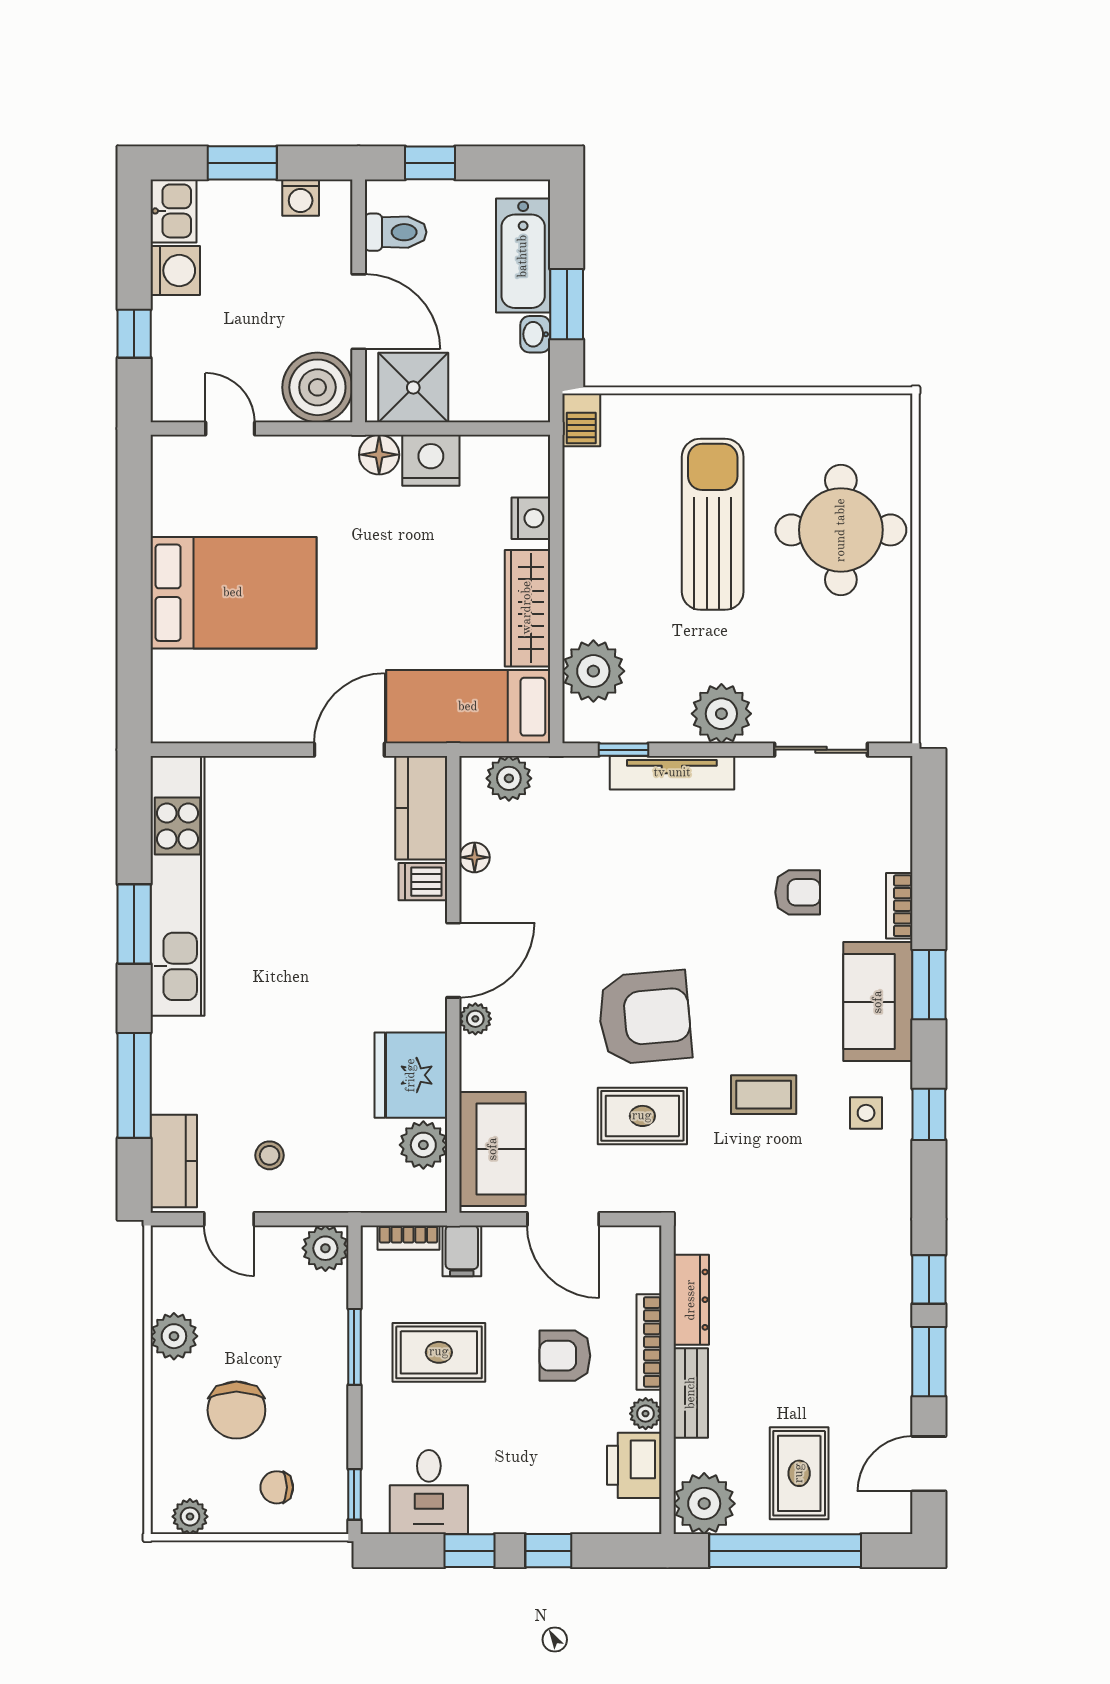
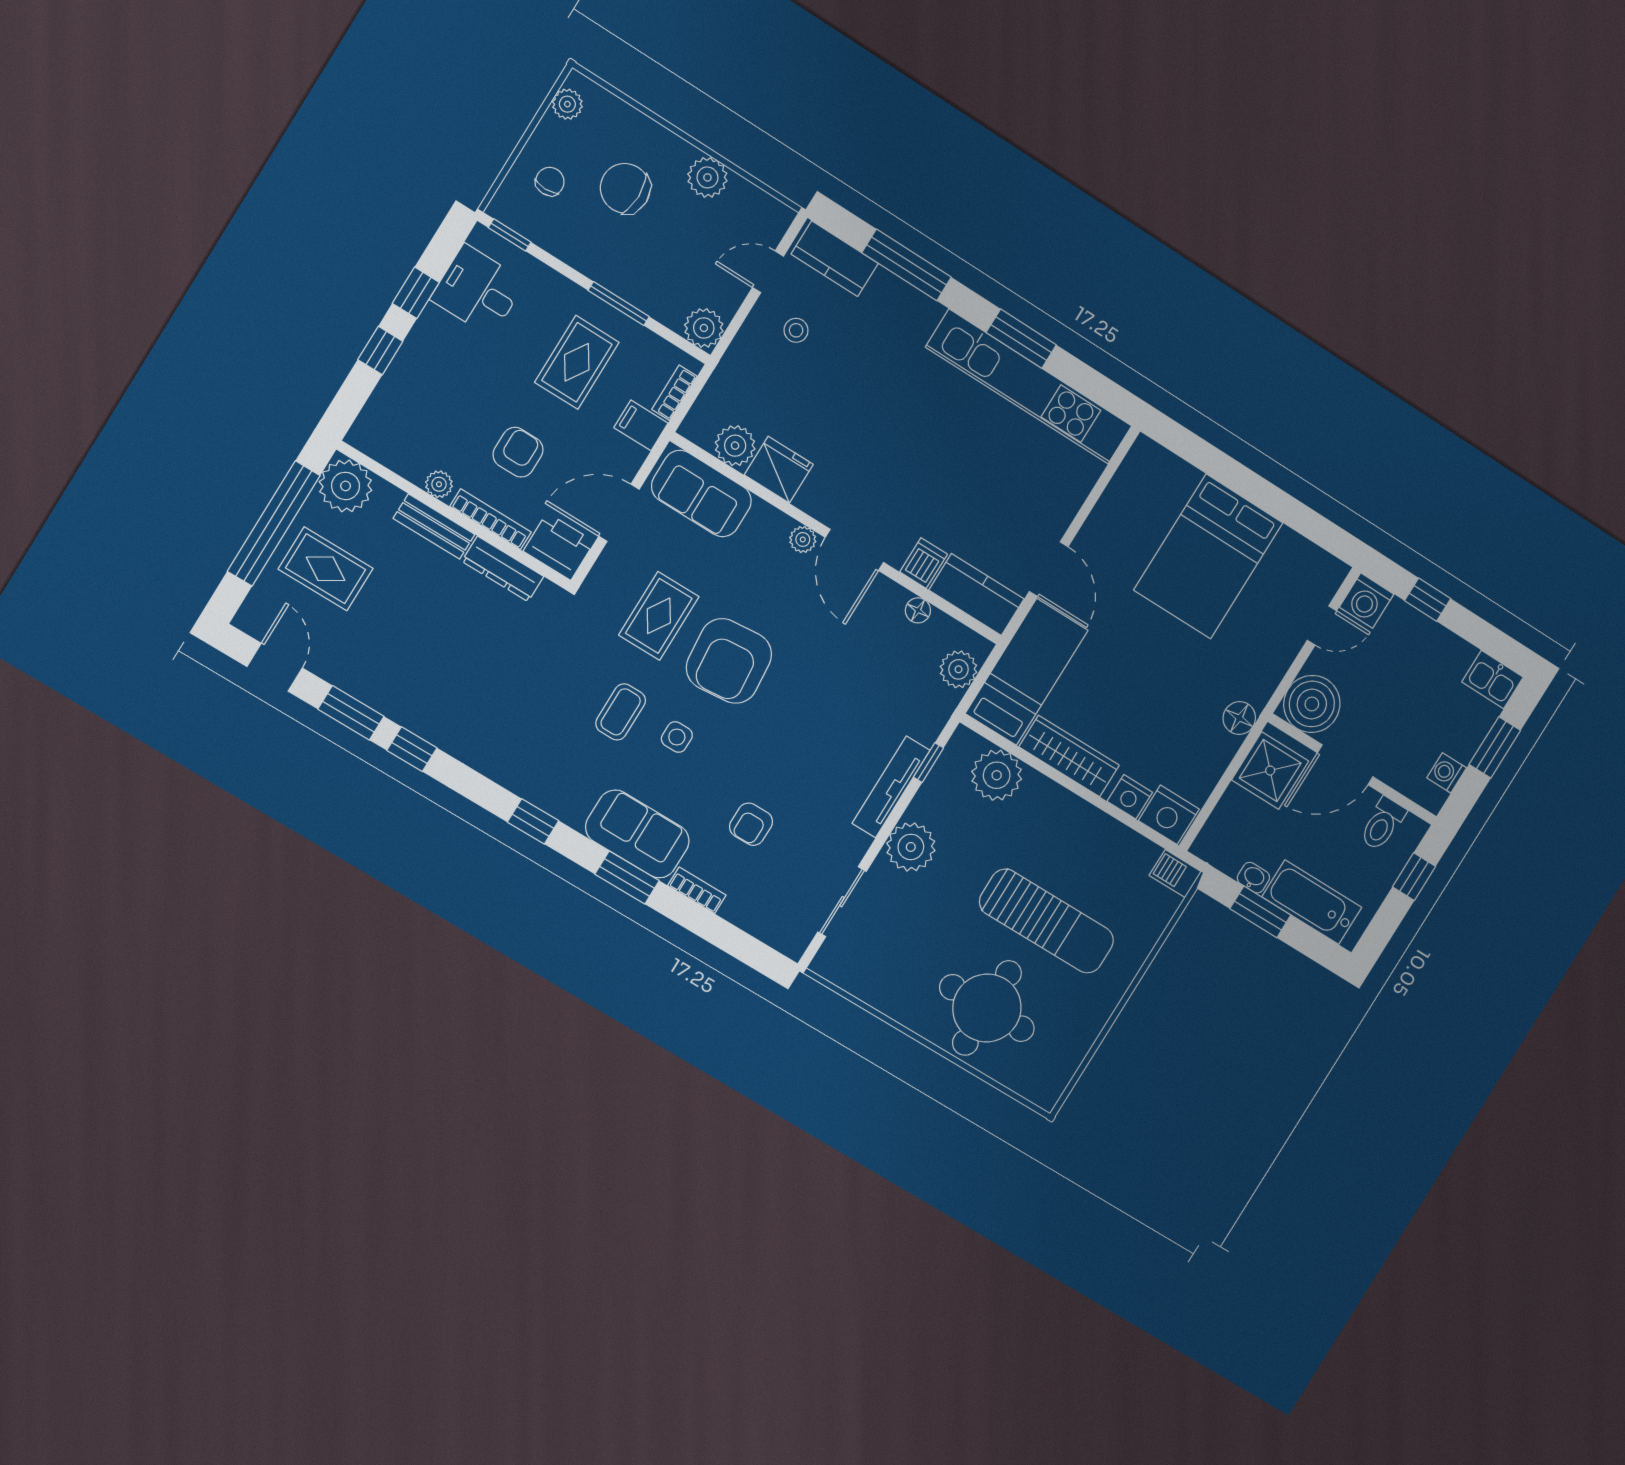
washing machine: (175, 270) -> (1367, 601), moved
nightstand: (431, 460) -> (1169, 815), moved, turned 90
fridge: (411, 1075) -> (779, 470), width x0.73, depth x0.75
side table: (866, 1113) -> (677, 737), moved
printer: (634, 1465) -> (559, 546), moved

